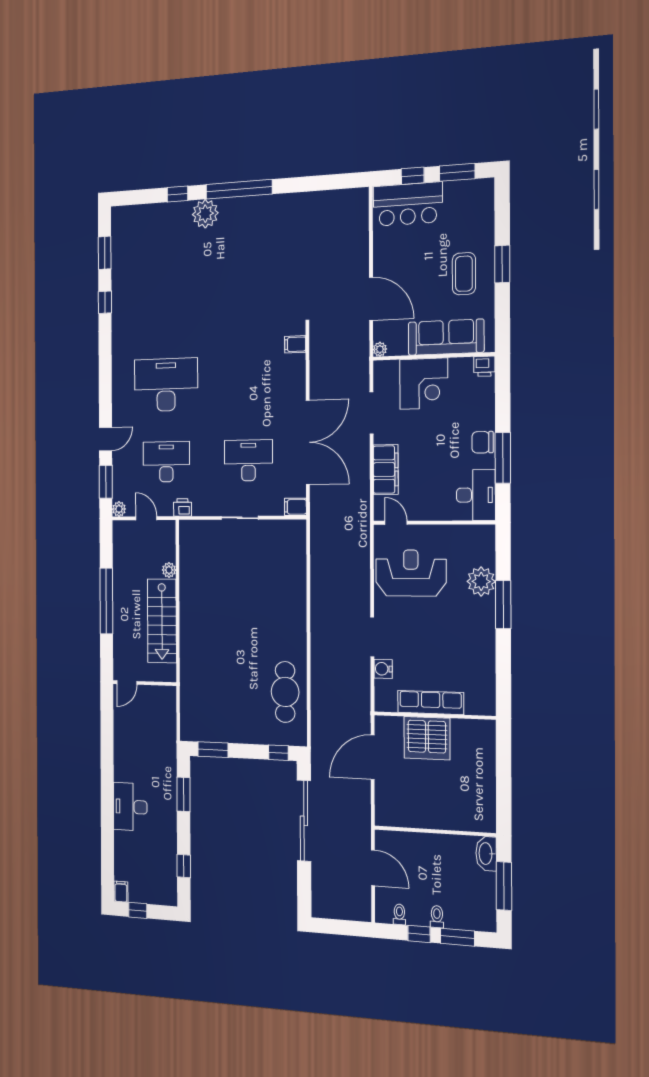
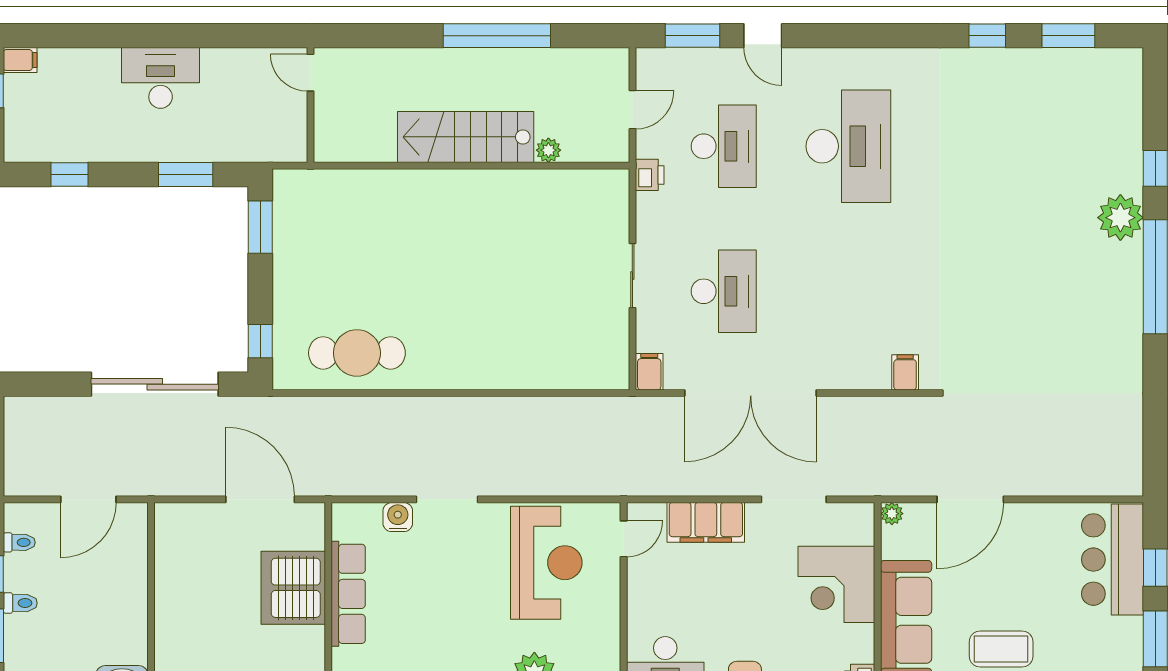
plant: (119, 509) -> (648, 60), removed
door: (127, 683) -> (310, 73), moved
wall: (145, 683) -> (310, 105), moved

